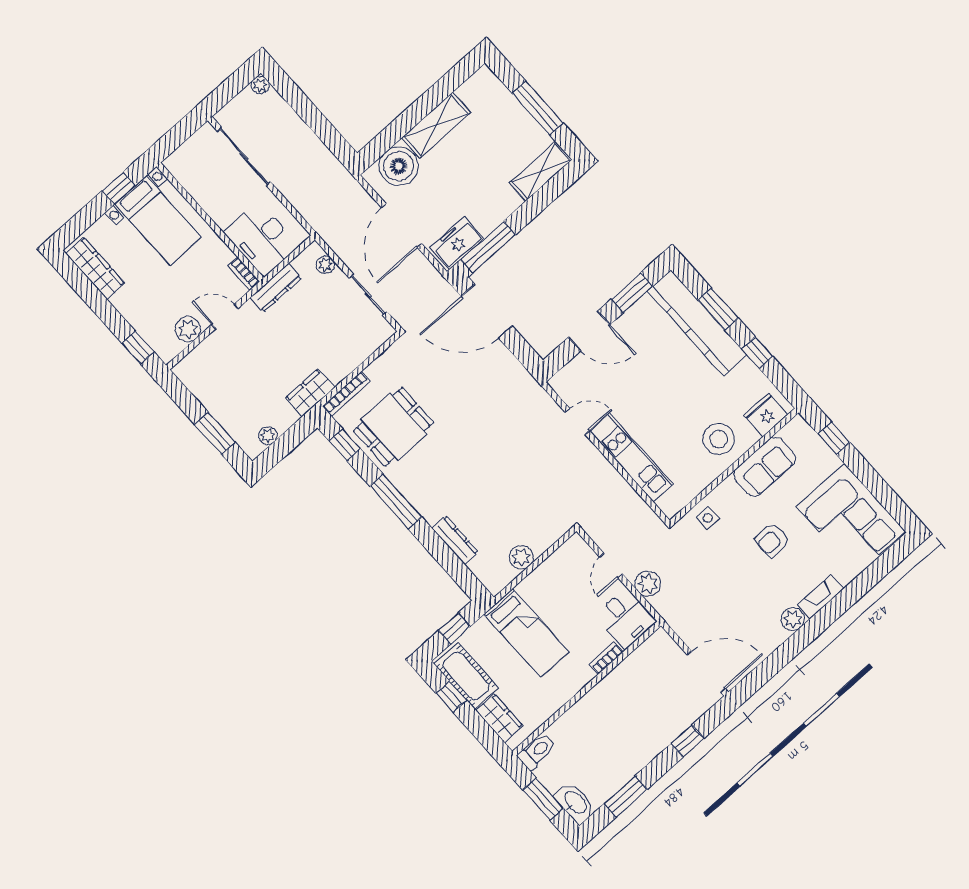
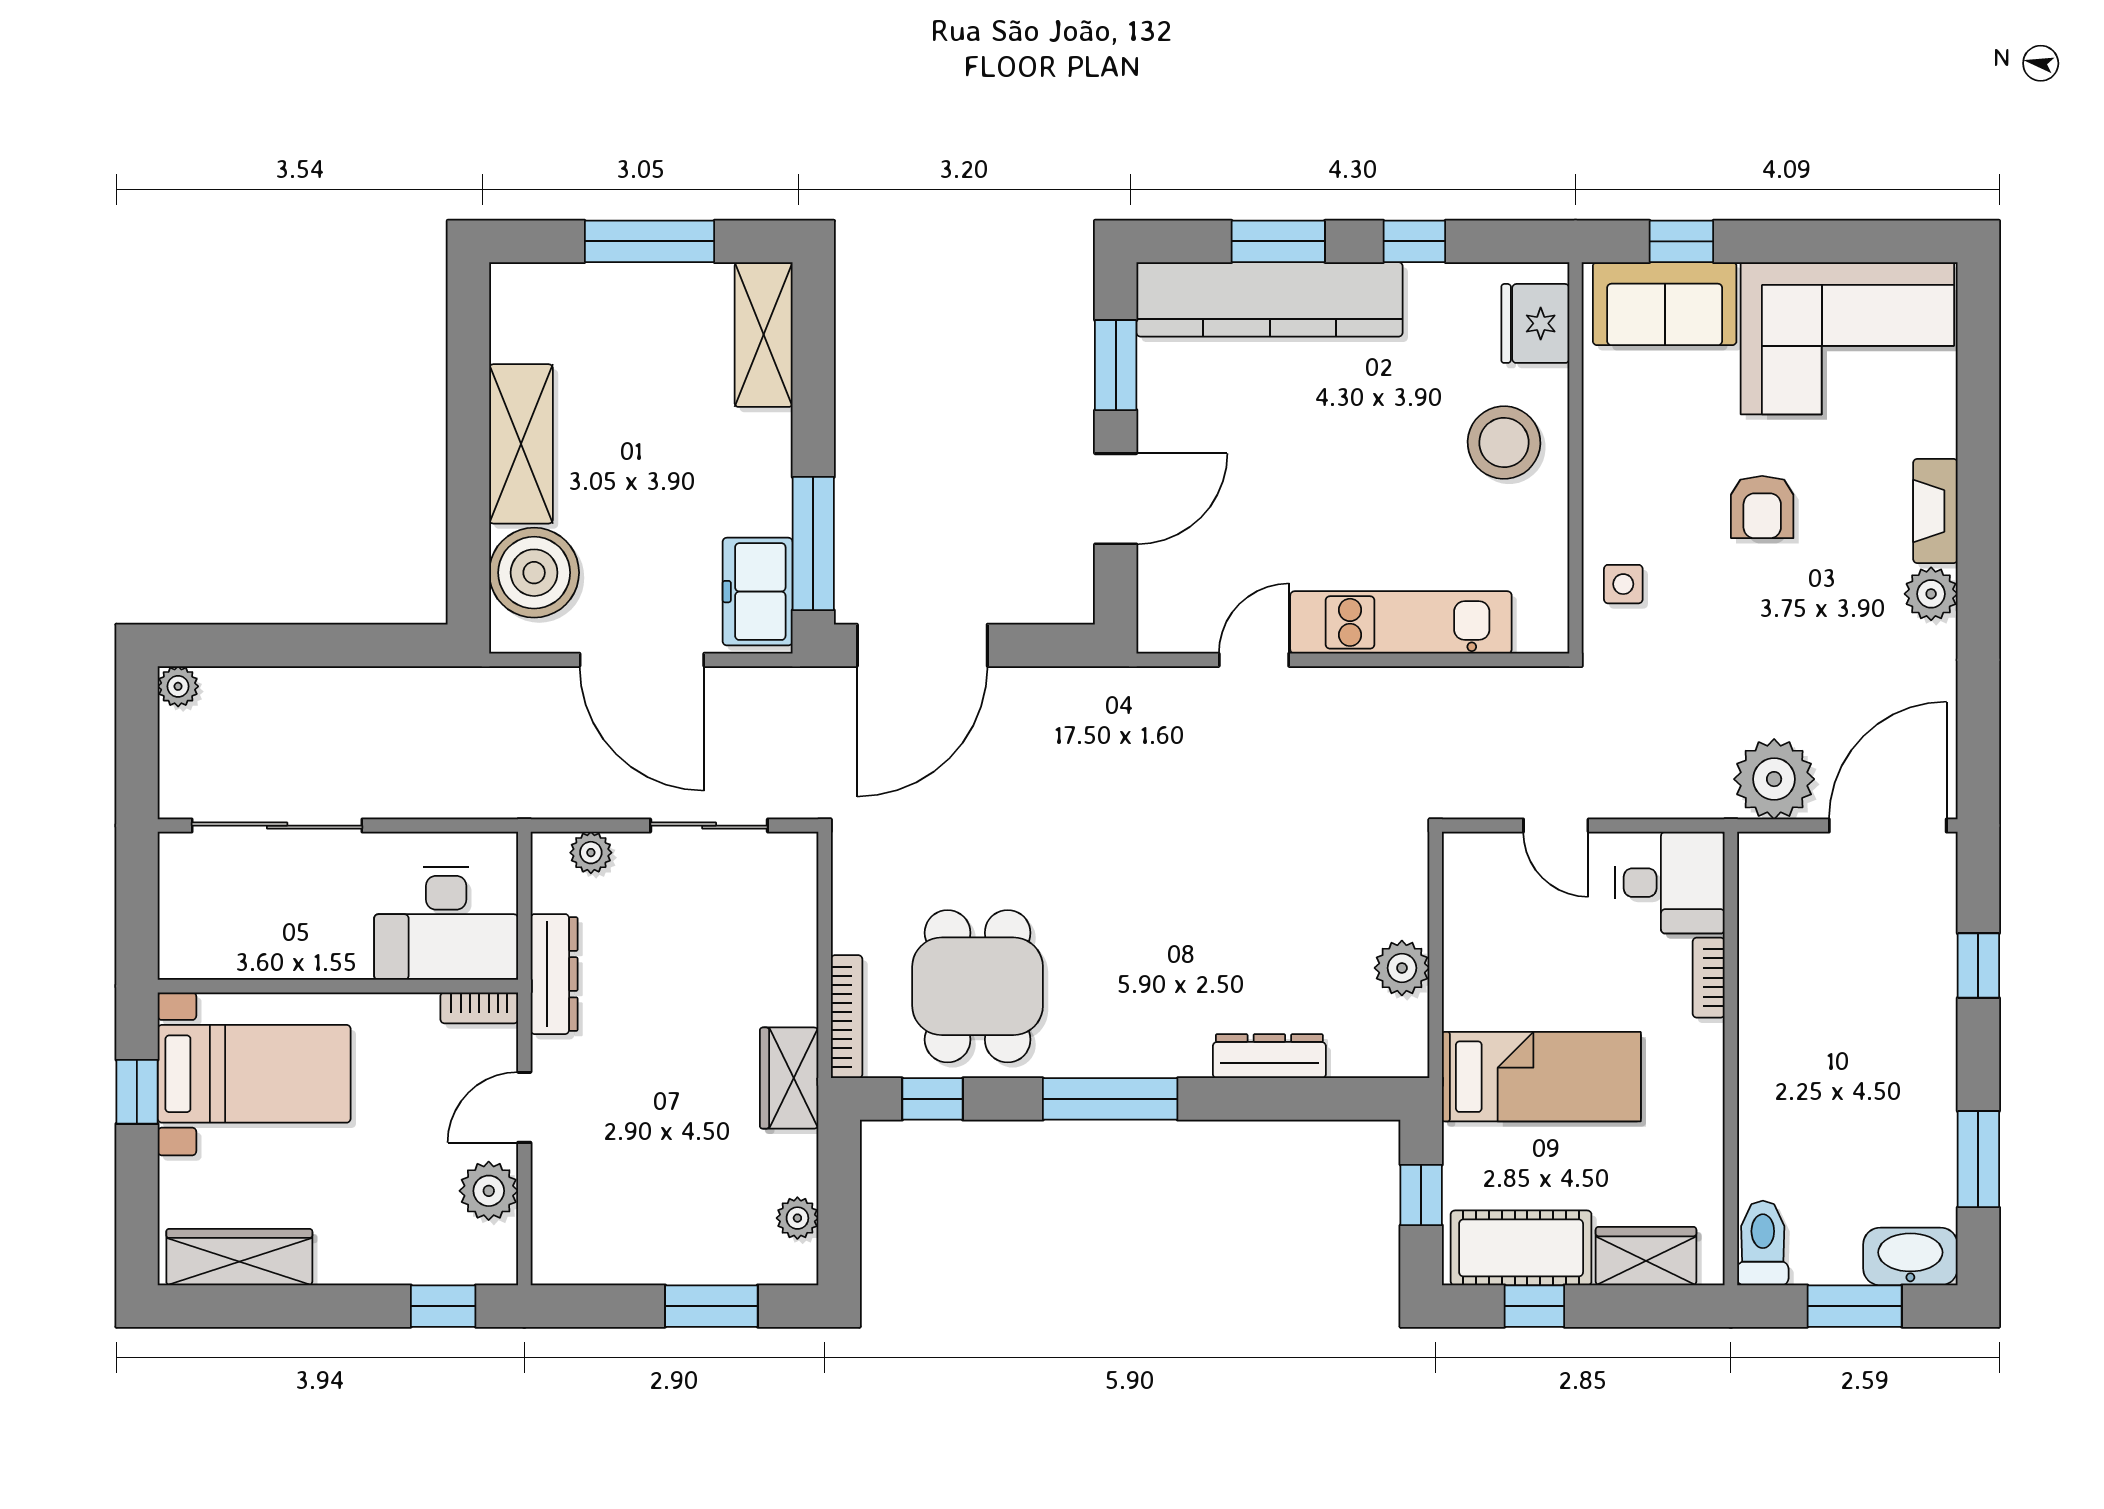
sofa: (765, 467) -> (1665, 304), moved, turned 90
plant: (648, 584) -> (1774, 779), moved, width x1.36, depth x1.36

